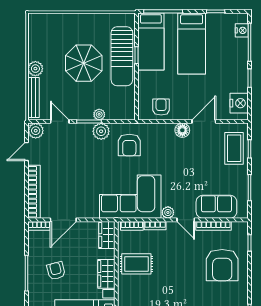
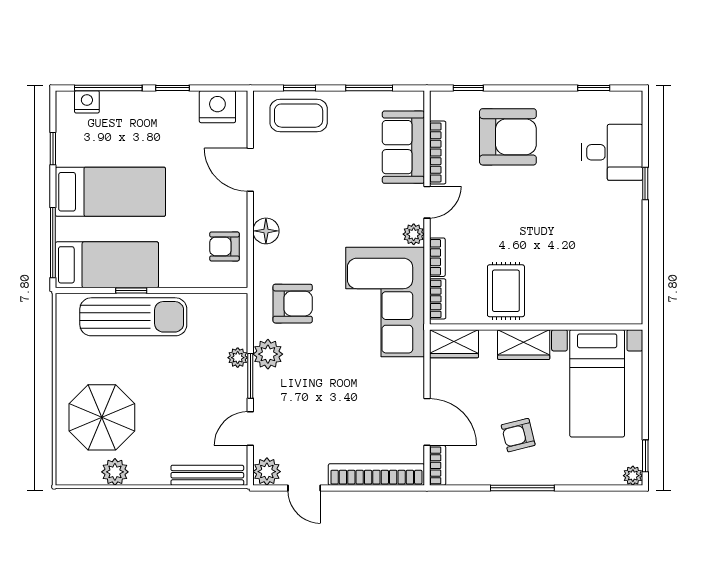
parasol: (84, 63) -> (102, 417), moved
plant: (35, 69) -> (115, 472), moved
floor lamp: (182, 130) -> (266, 231), moved

